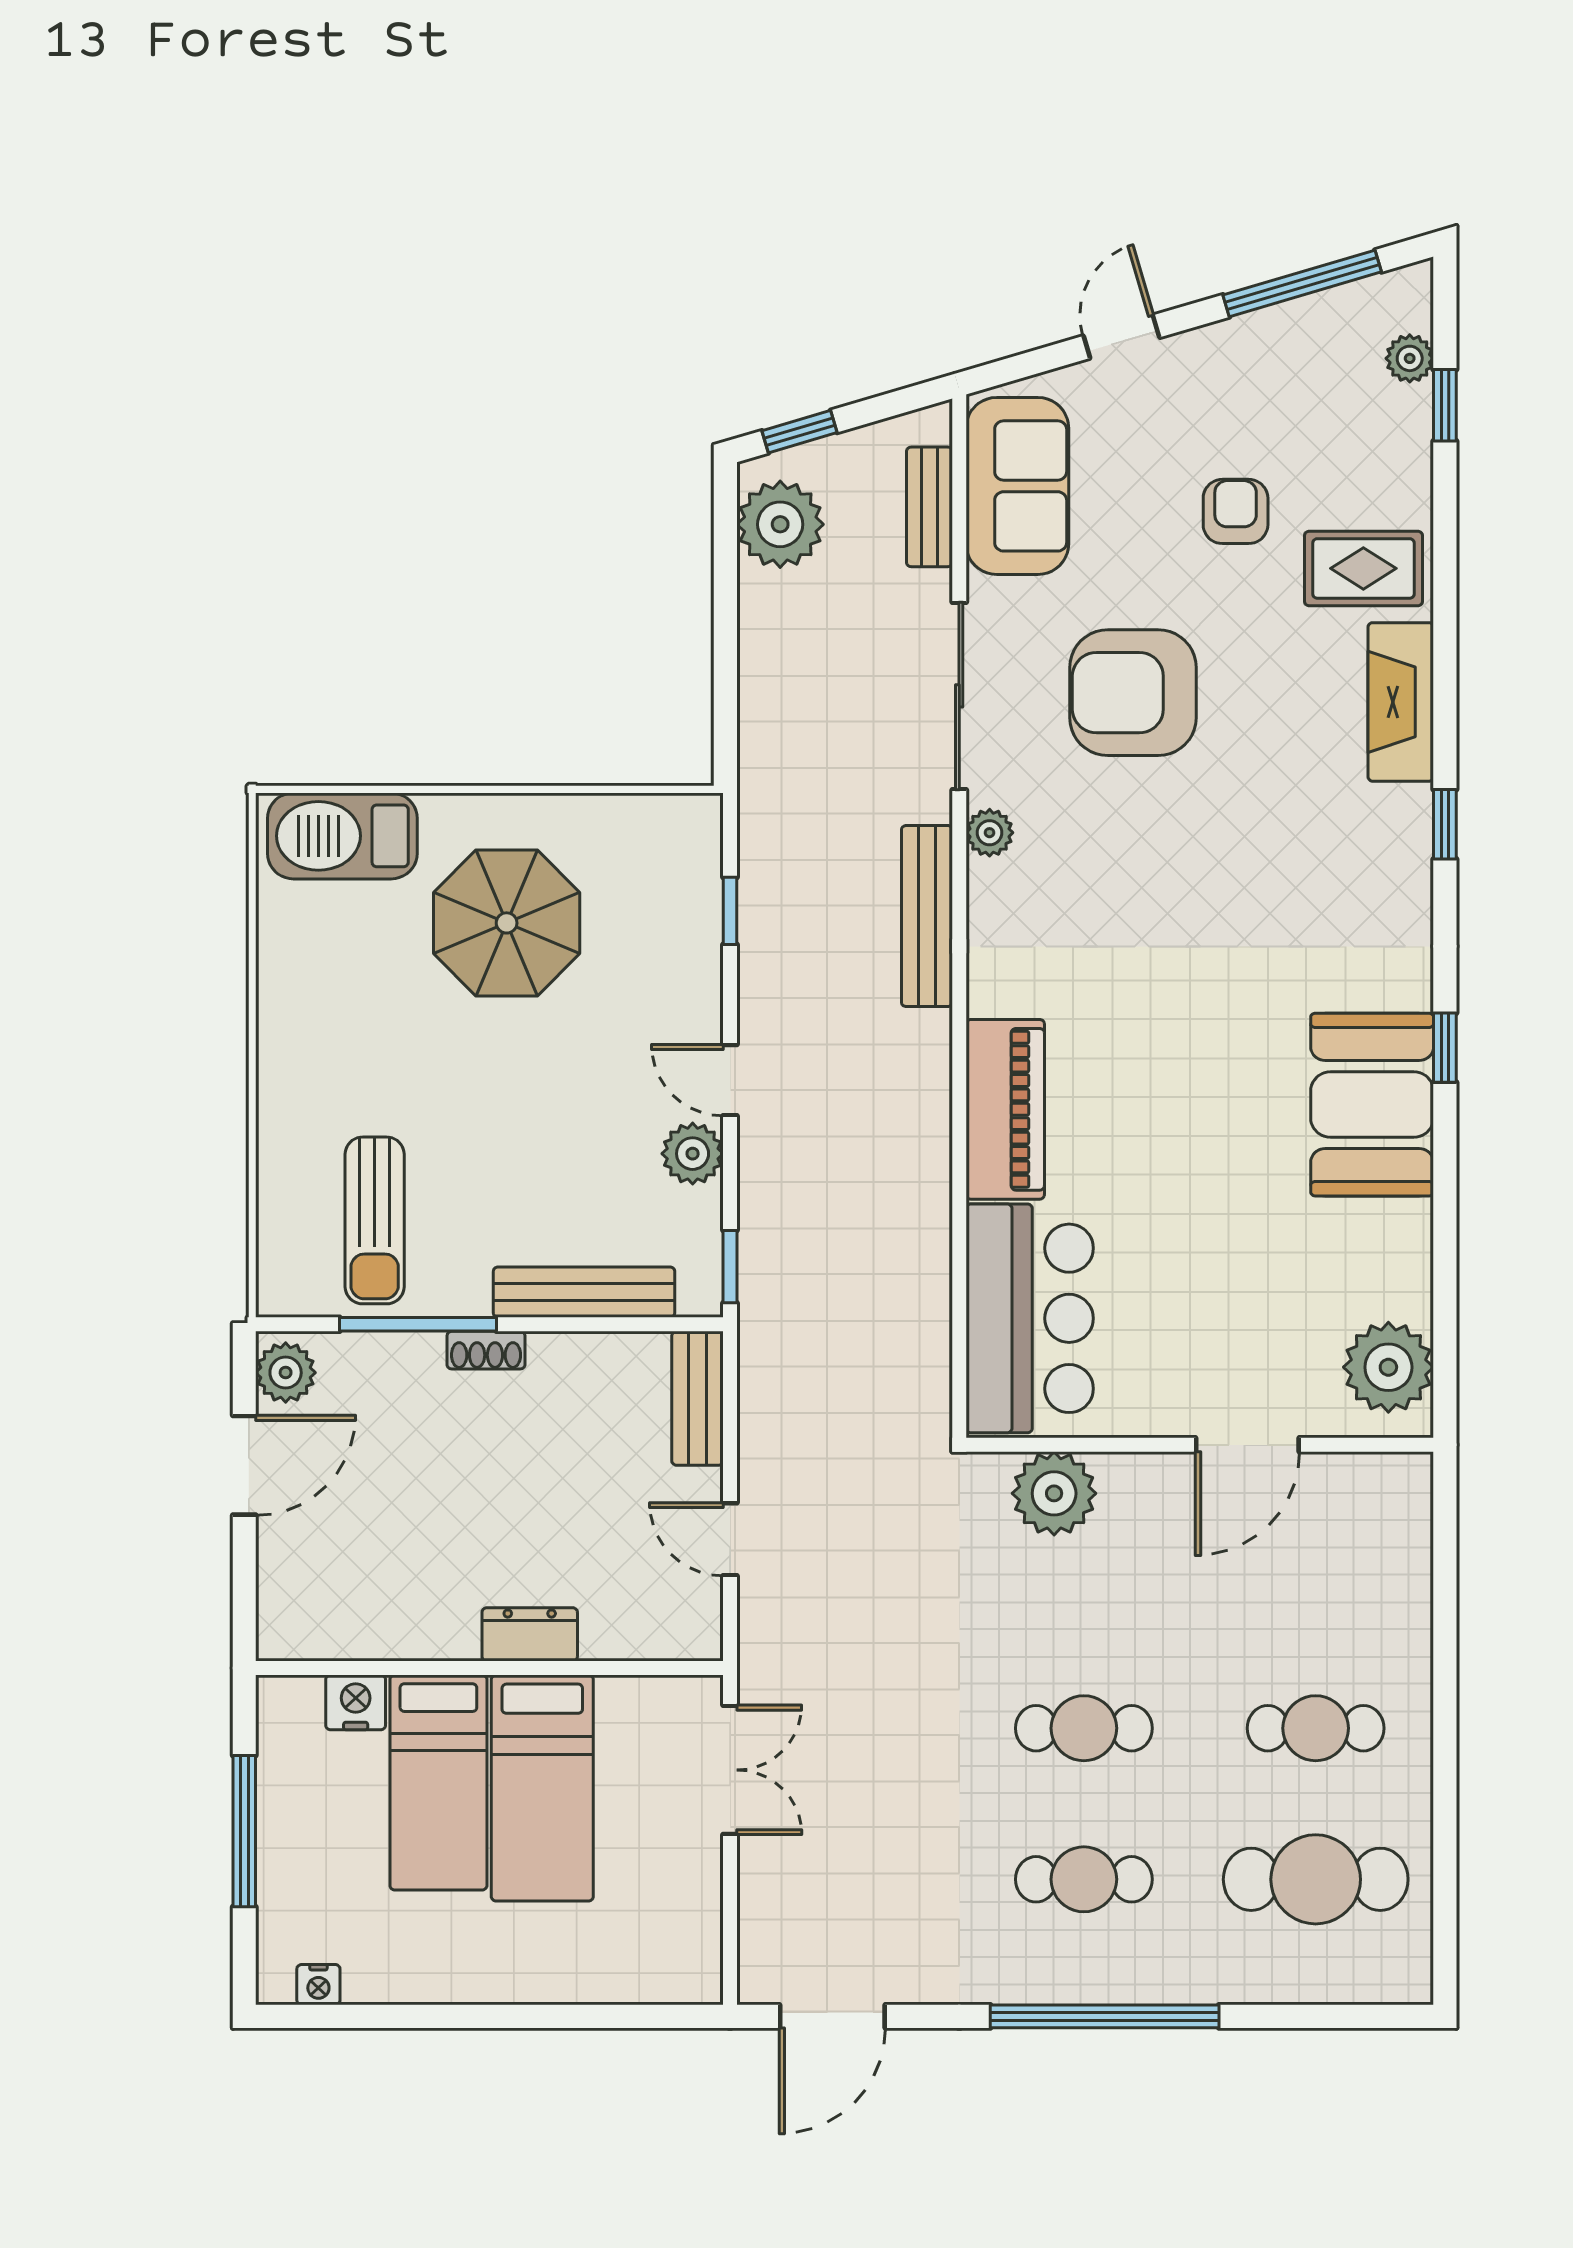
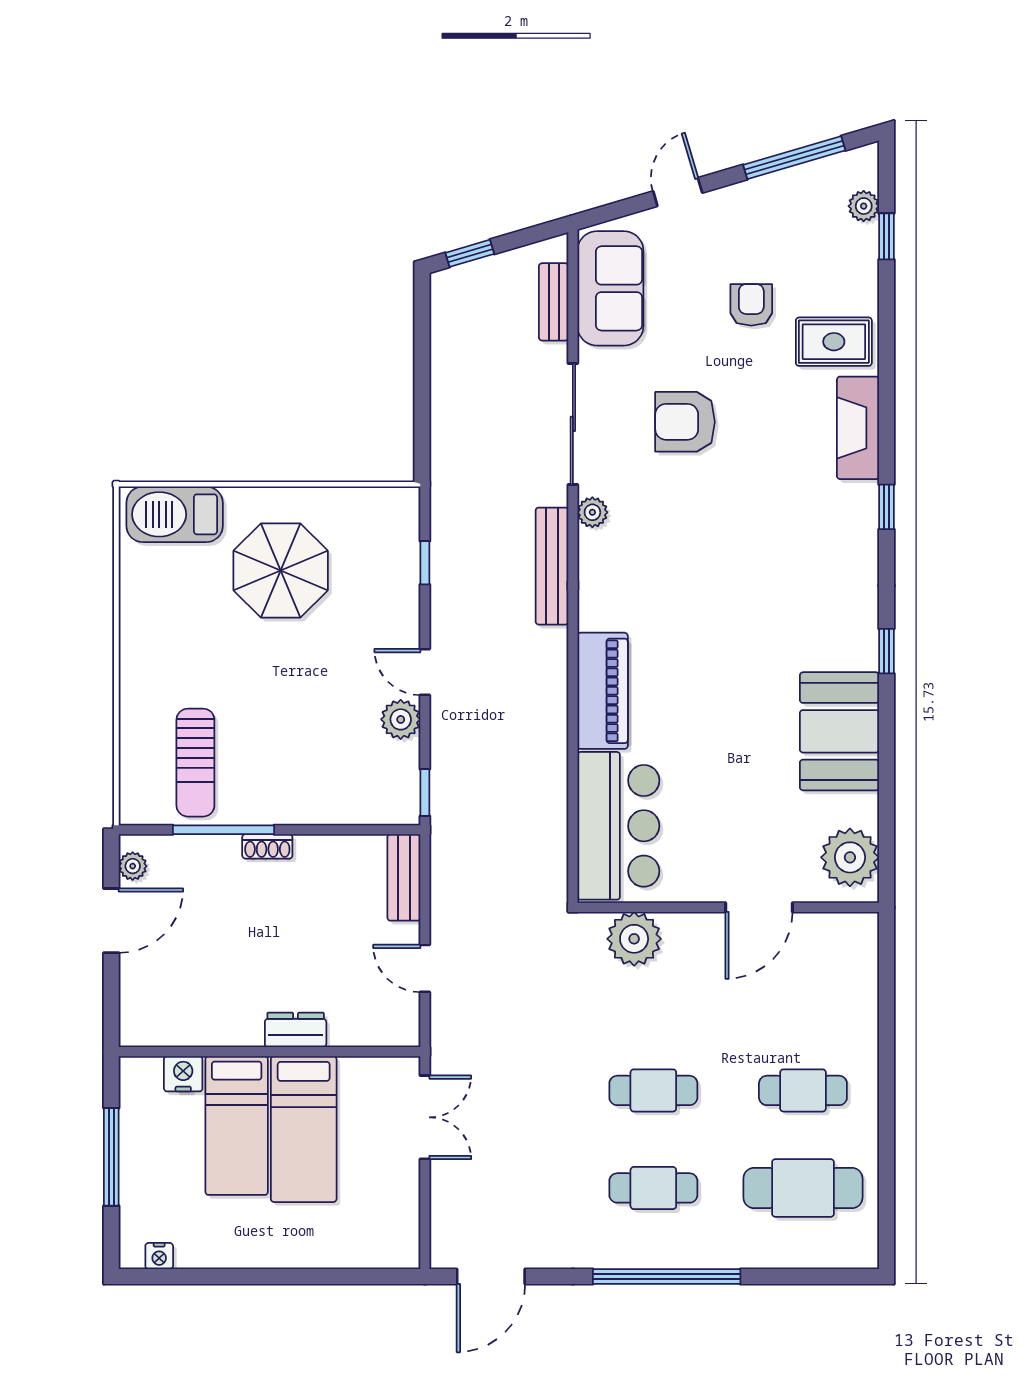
plant: (780, 524) -> (457, 313), removed
armchair: (1133, 693) -> (685, 422), width x0.73, depth x0.73
booth: (1372, 1105) -> (839, 731), moved
bench: (584, 1292) -> (331, 809), removed
plant: (286, 1373) -> (133, 866), width x0.73, depth x0.73

